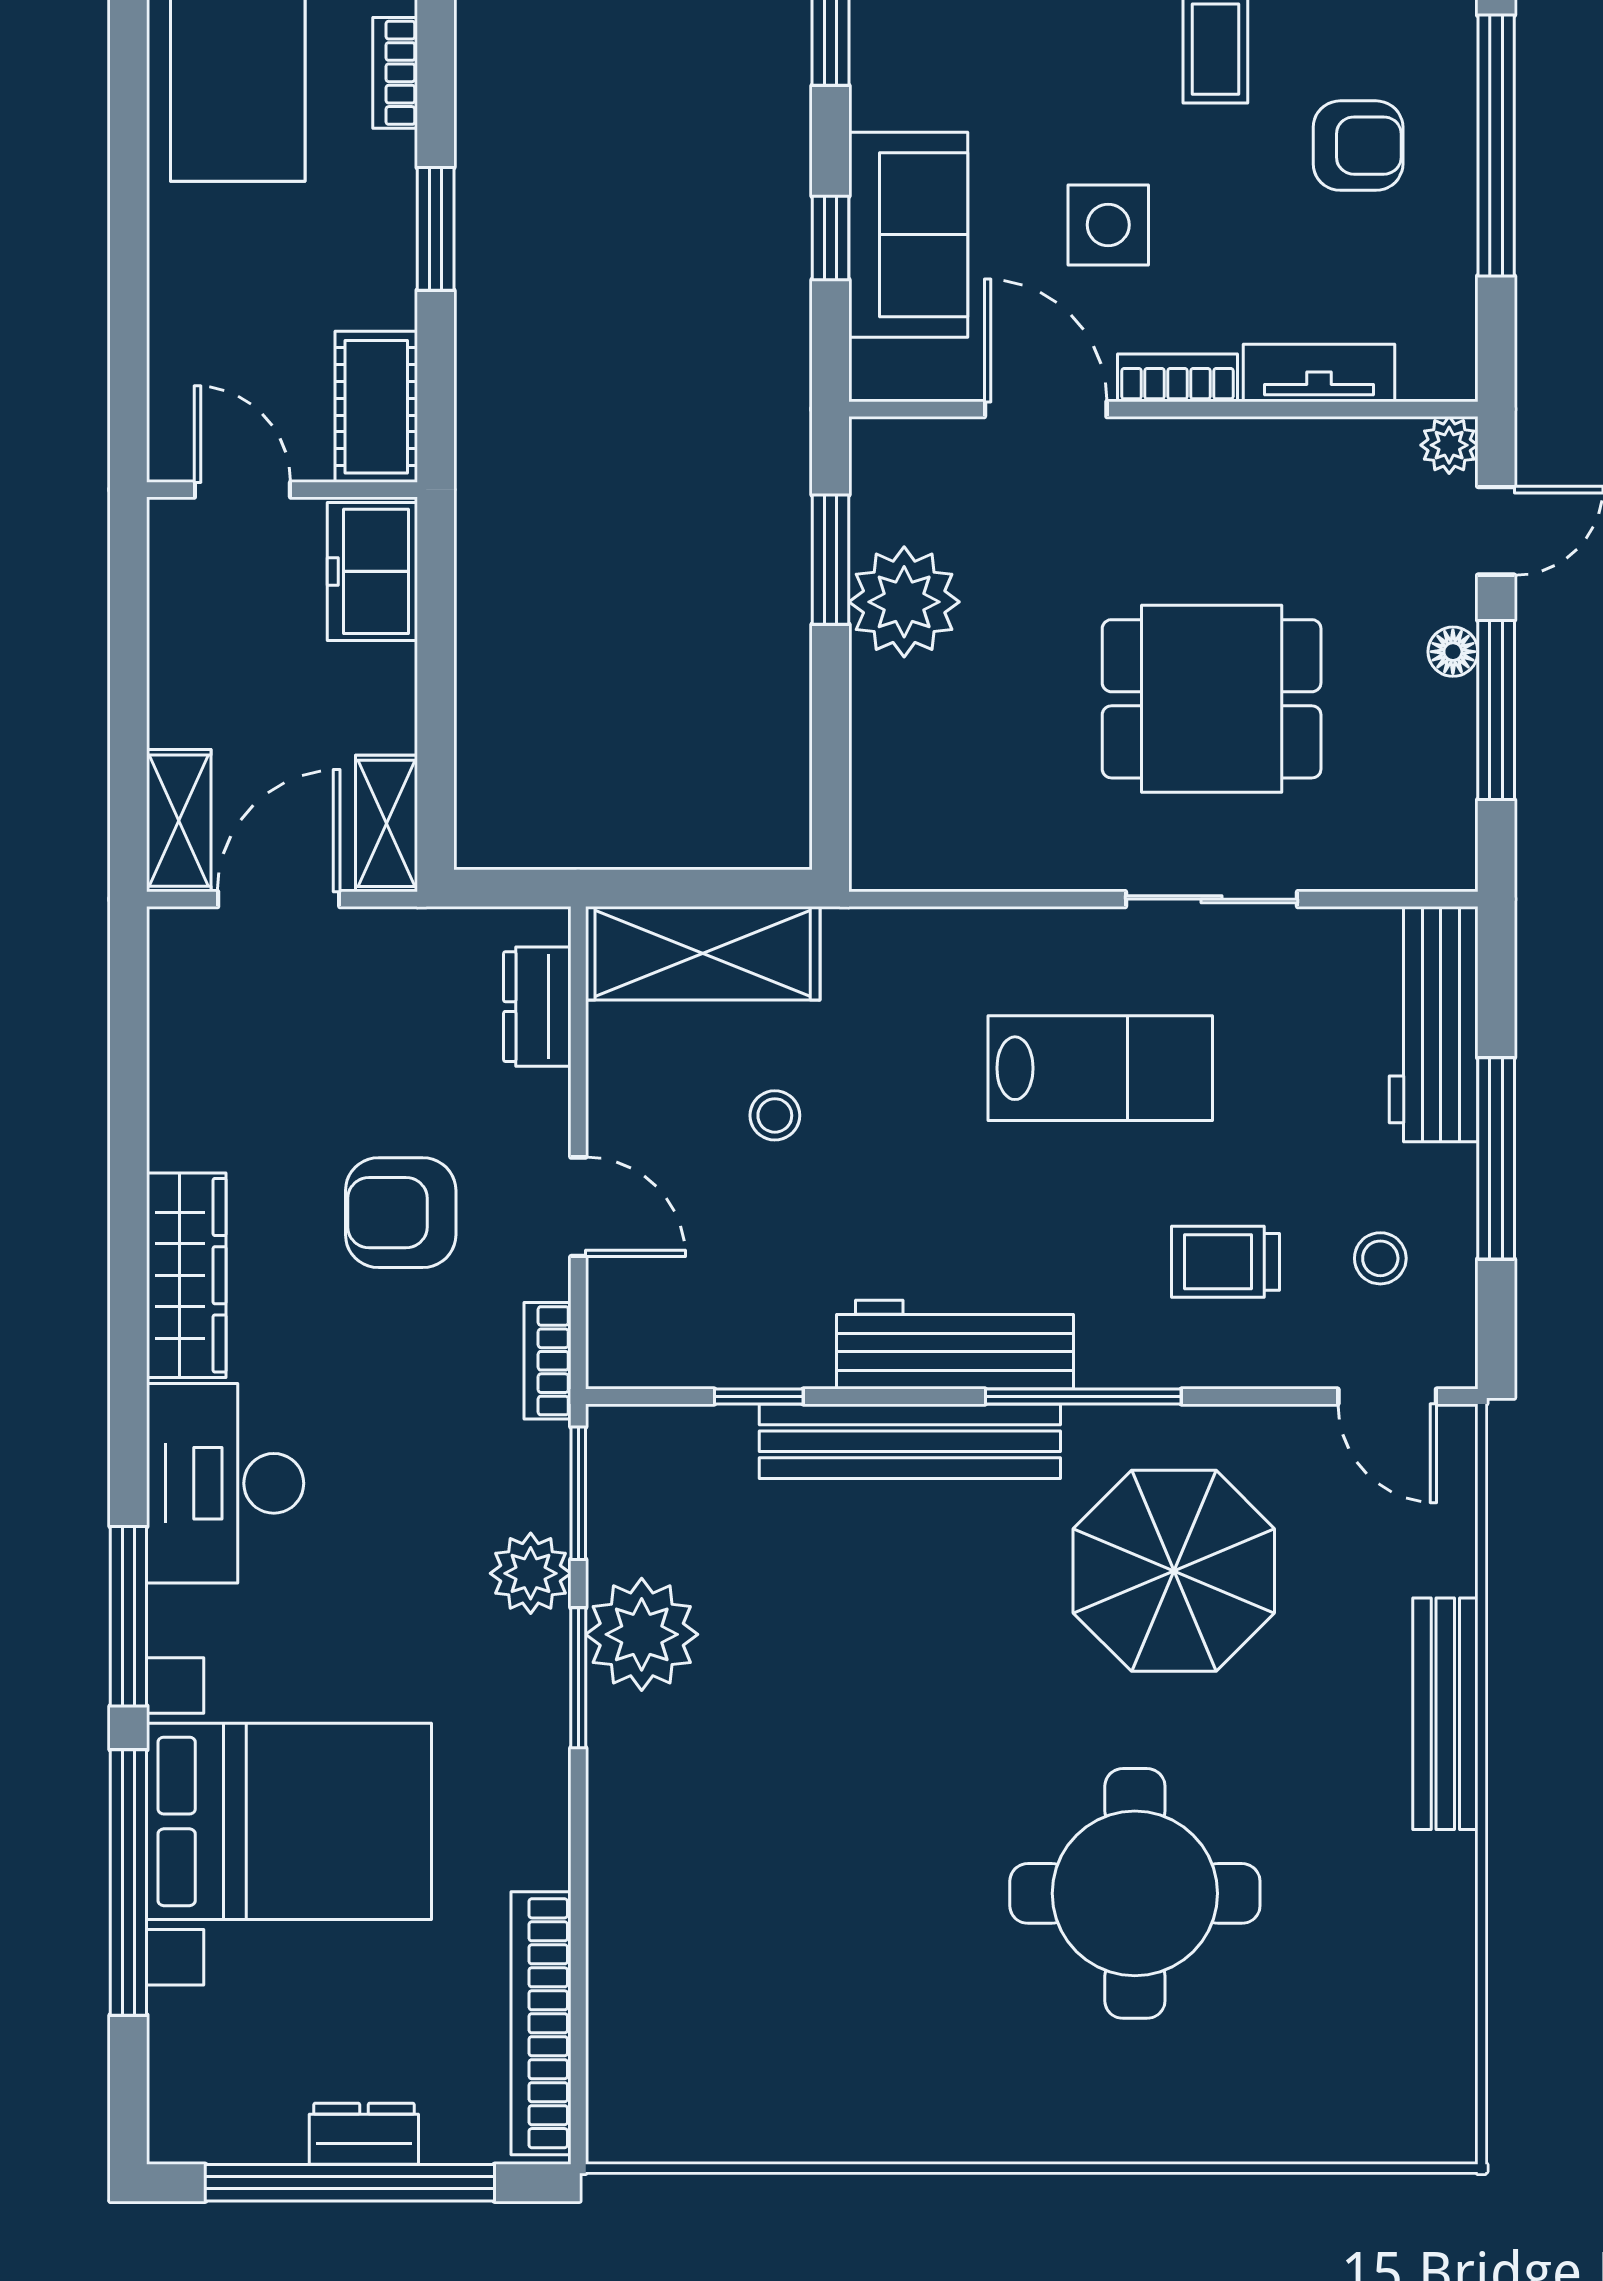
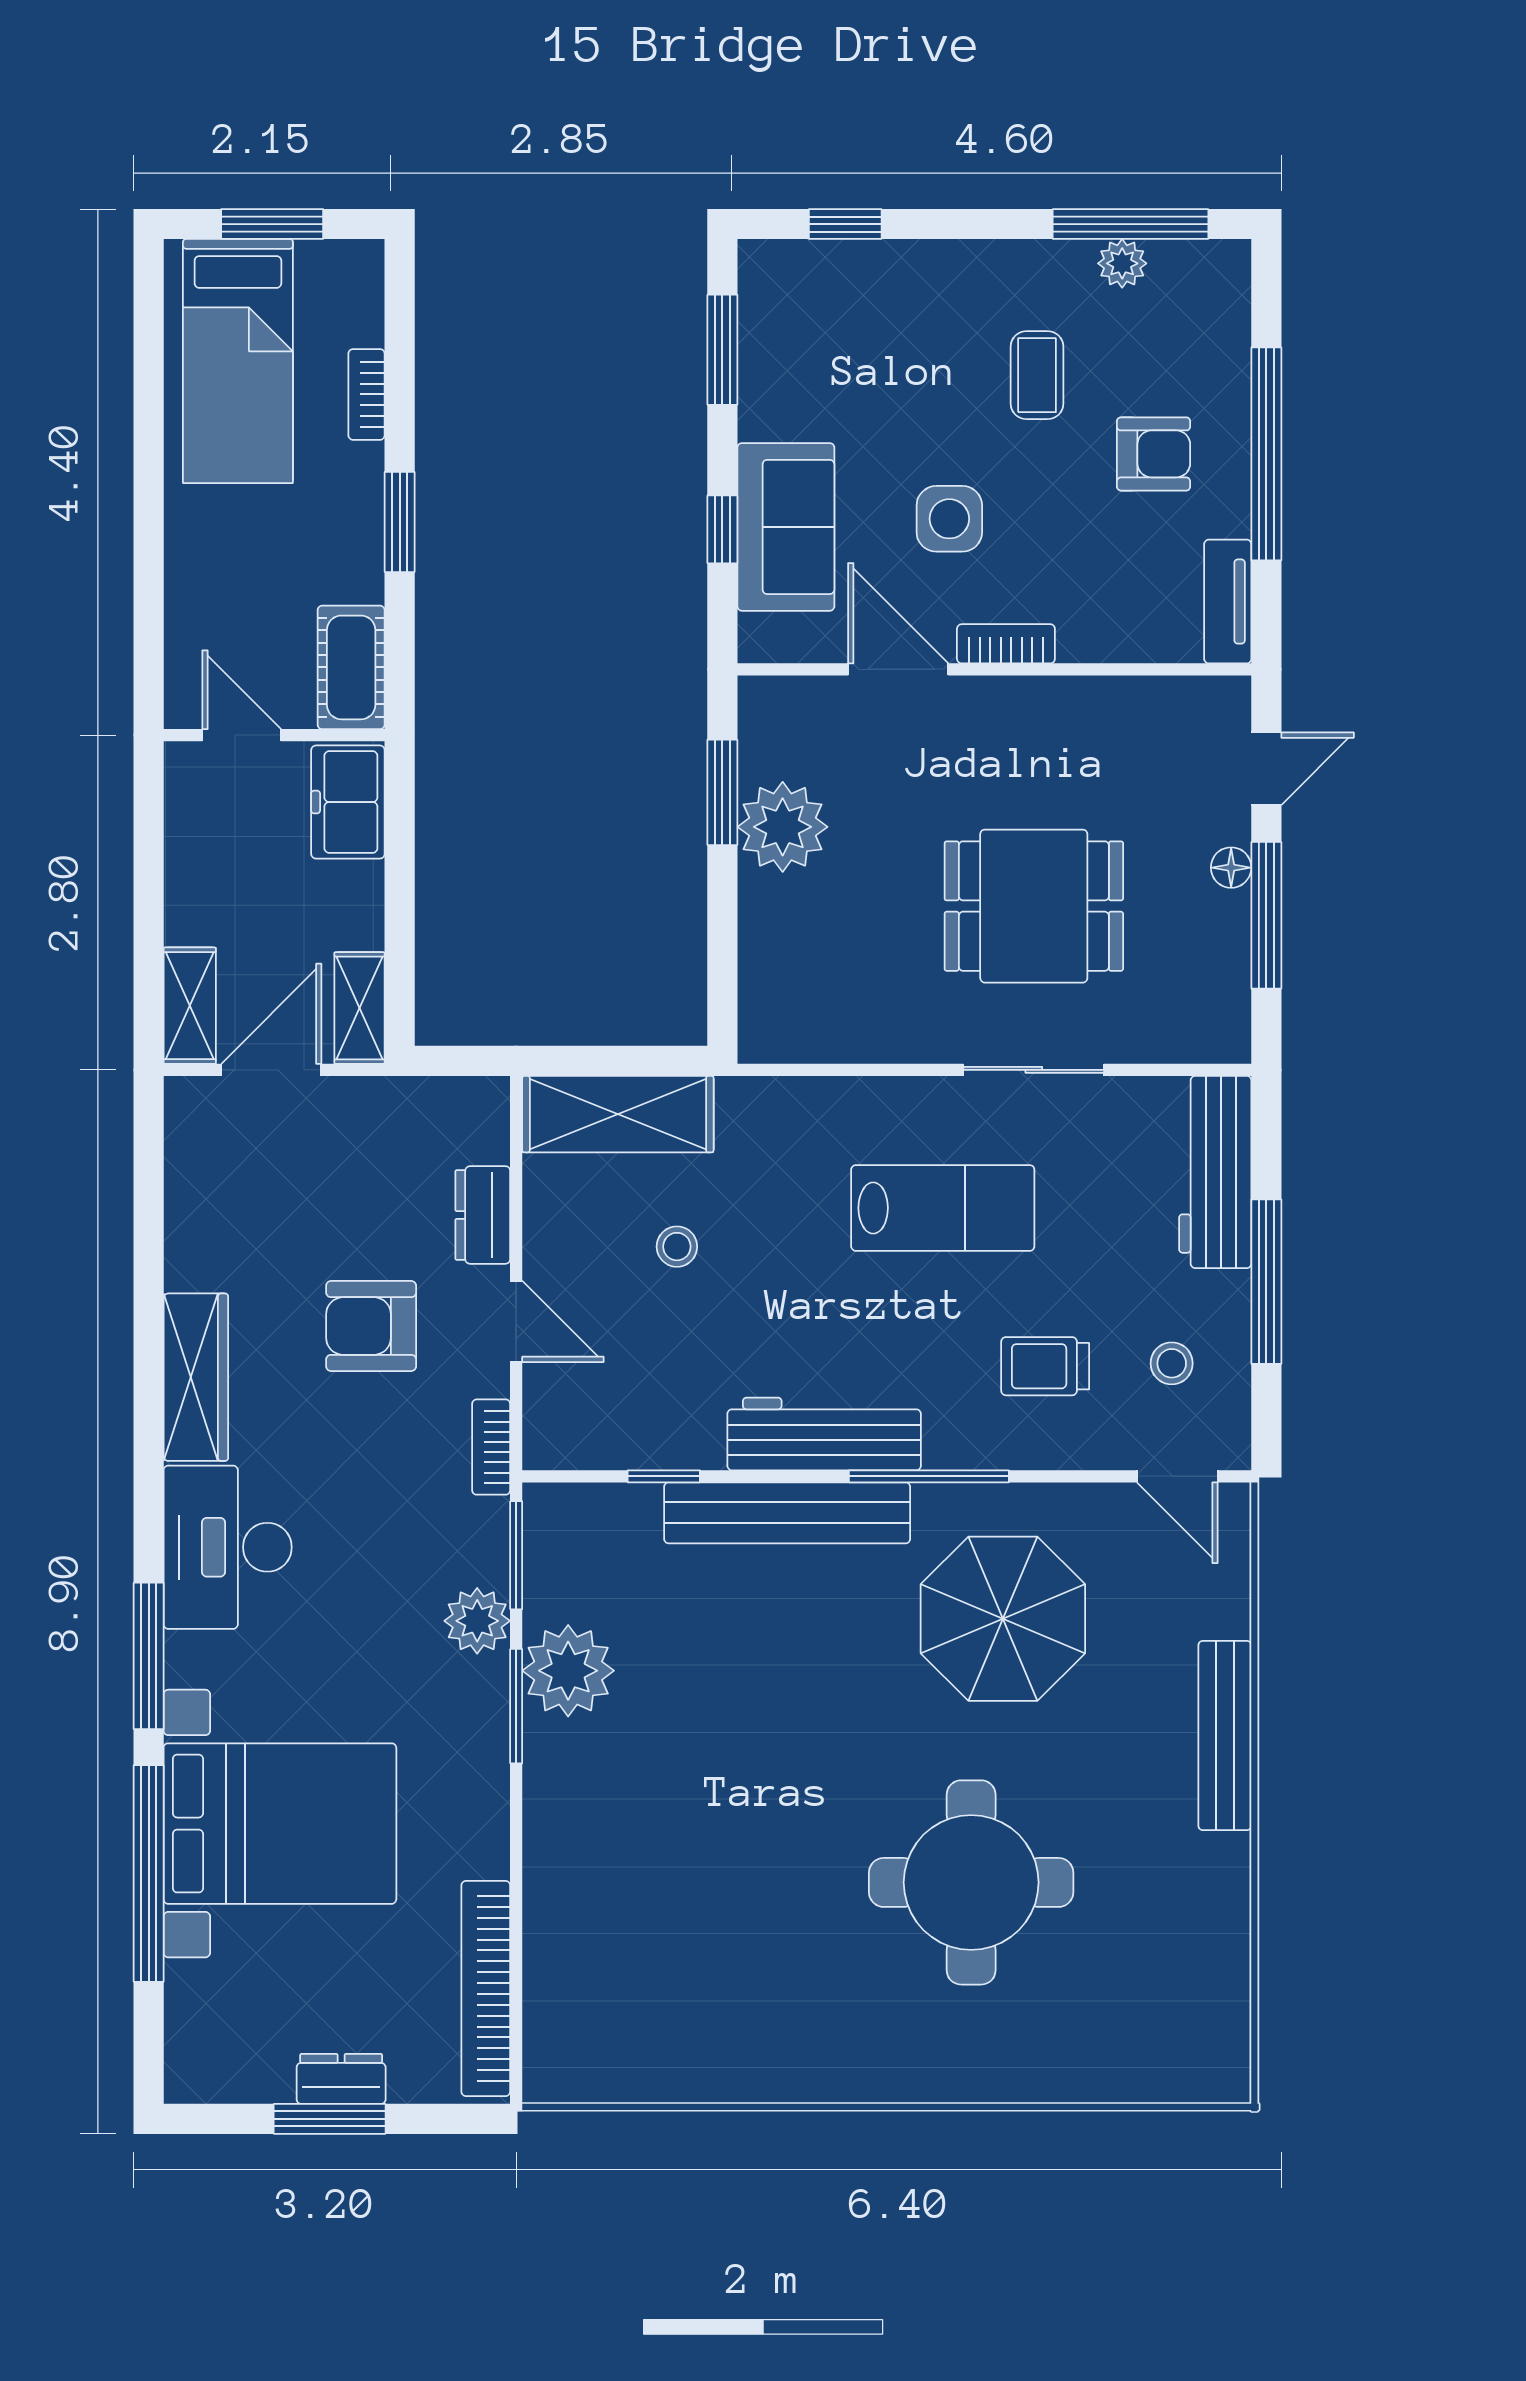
tv unit: (1319, 373) -> (1228, 602), moved, turned -90
plant: (1449, 445) -> (1228, 699), removed
dresser: (537, 1007) -> (483, 1215), moved
window: (350, 2183) -> (330, 2119), width x0.47

